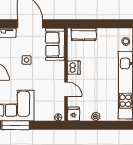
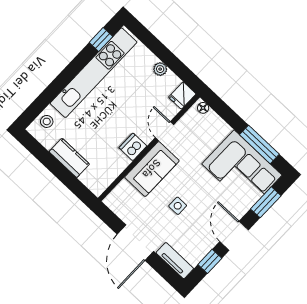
kitchen counter: (84, 34) -> (69, 158), moved
sofa: (55, 44) -> (152, 169), moved

